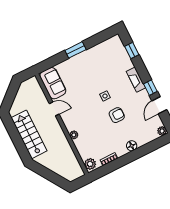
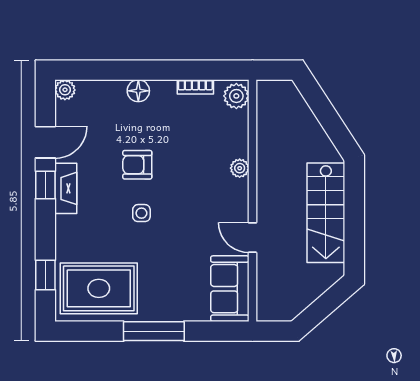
window: (75, 50) -> (154, 331), width x1.44
rug: (107, 56) -> (99, 288), added
fireplace: (136, 80) -> (66, 188), moved

